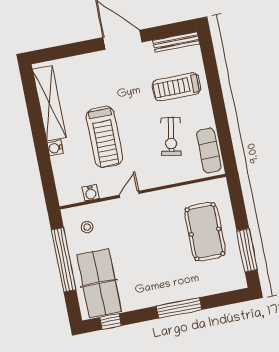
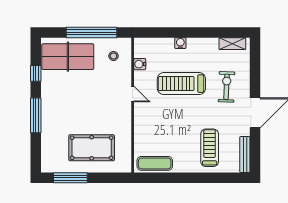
shelving: (49, 103) -> (232, 44), width x0.45, depth x0.75
exercise bike: (171, 137) -> (227, 87), moved, turned 82
window: (111, 321) -> (36, 73), moved

